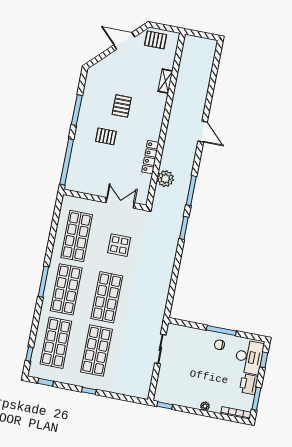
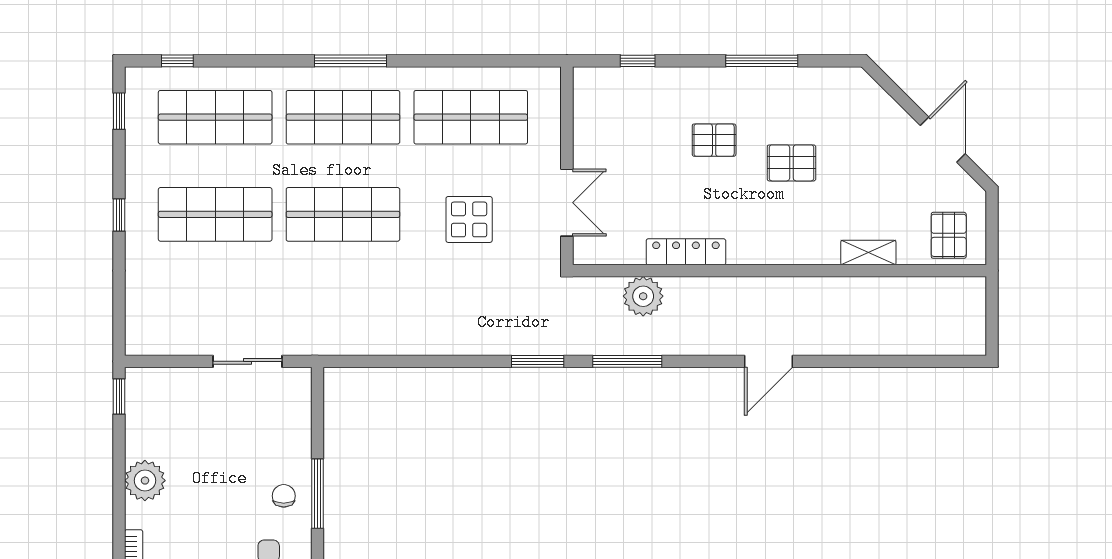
pallet: (156, 40) -> (949, 235), moved
pallet: (106, 136) -> (714, 140), turned 90
window: (67, 162) -> (638, 61), width x0.32
plant: (205, 406) -> (145, 481), width x1.87, depth x1.87

